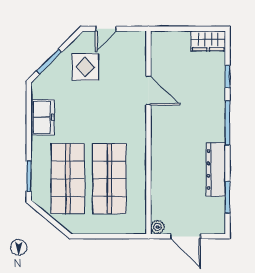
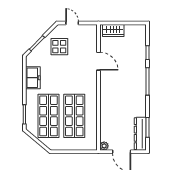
door: (106, 29) -> (72, 23), swing flipped
wardrobe: (208, 41) -> (113, 31), moved
dresser: (216, 170) -> (140, 134), moved

